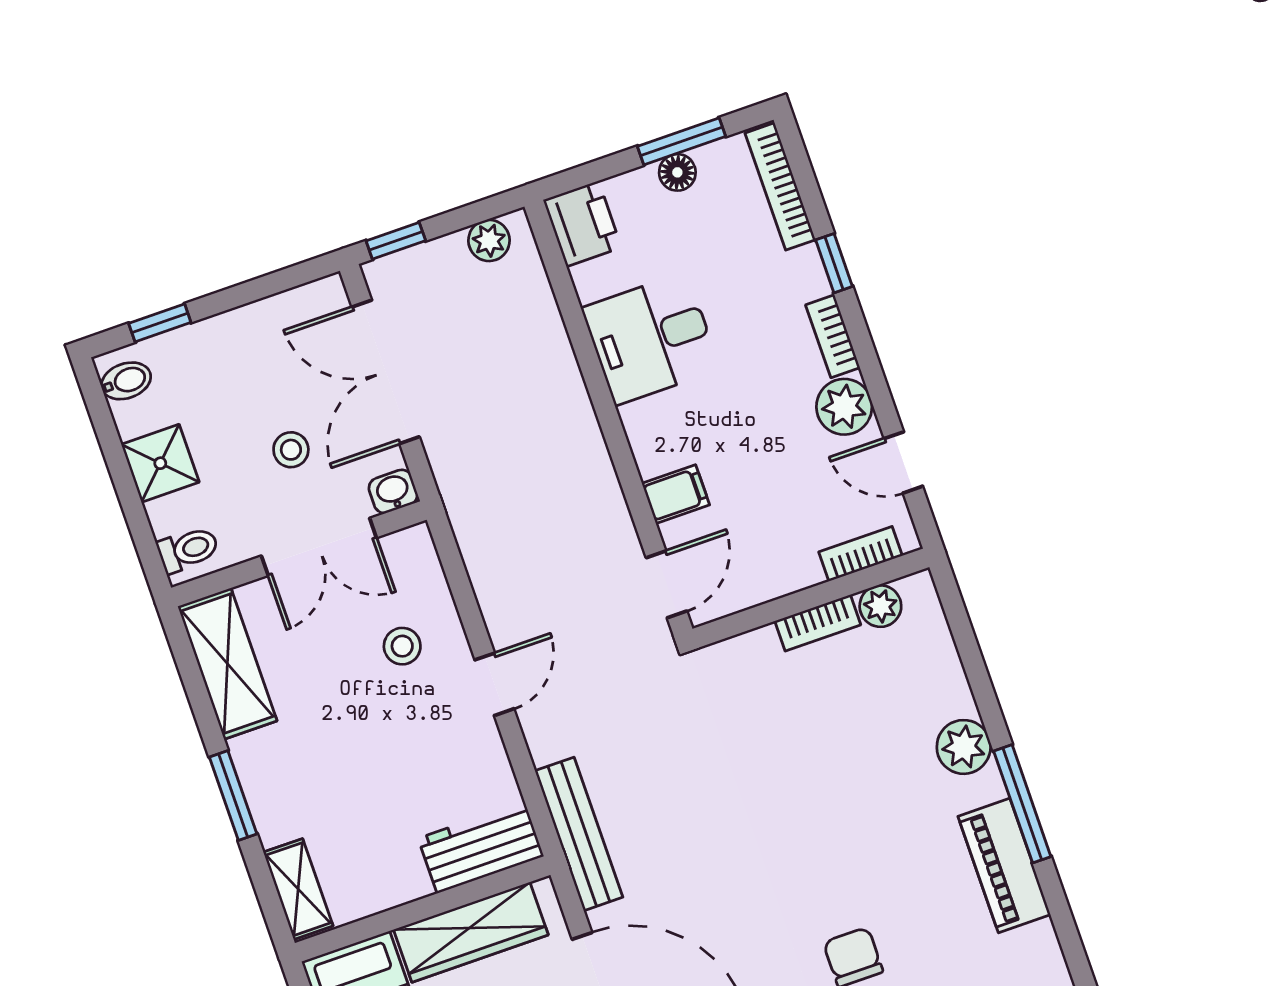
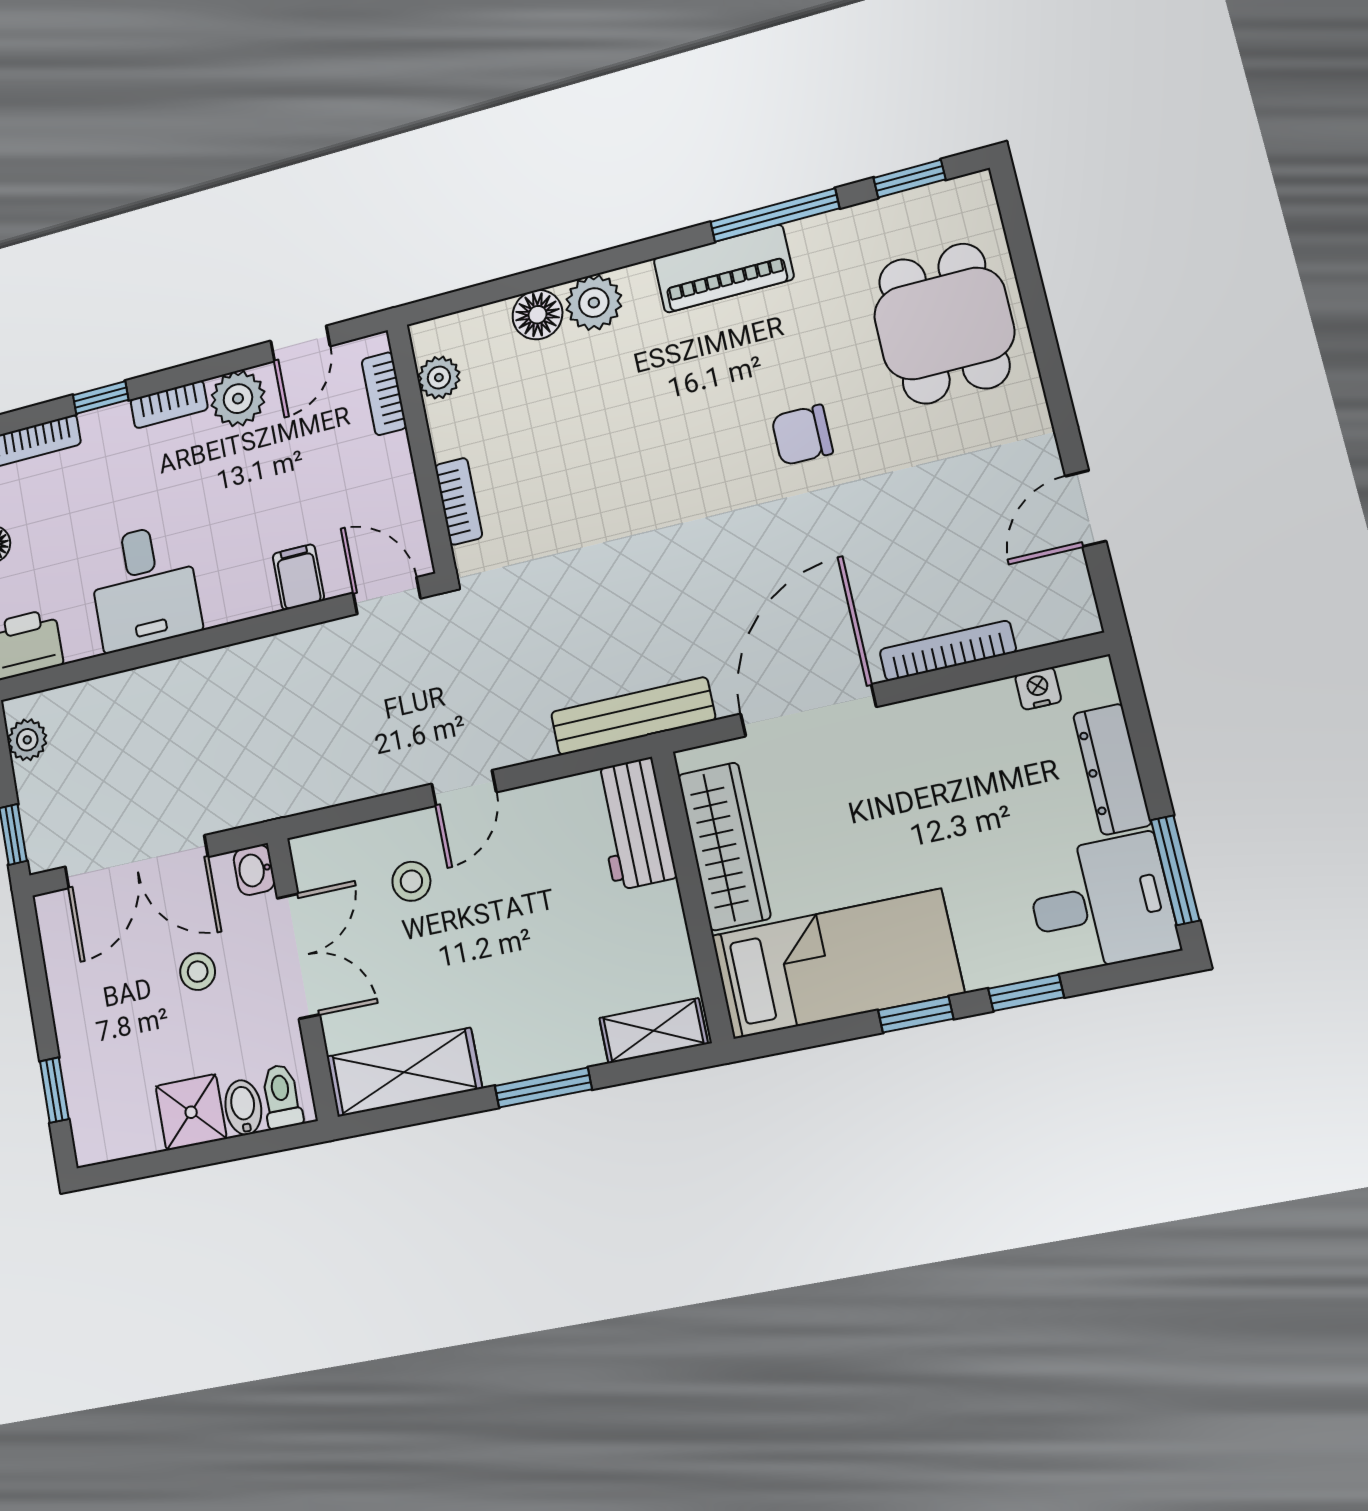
bidet: (126, 381) -> (243, 1108), moved
bookcase: (818, 623) -> (459, 501), moved
door: (494, 684) -> (464, 788), swing flipped
floor lamp: (948, 694) -> (537, 315), added
window: (1022, 804) -> (775, 215), moved

